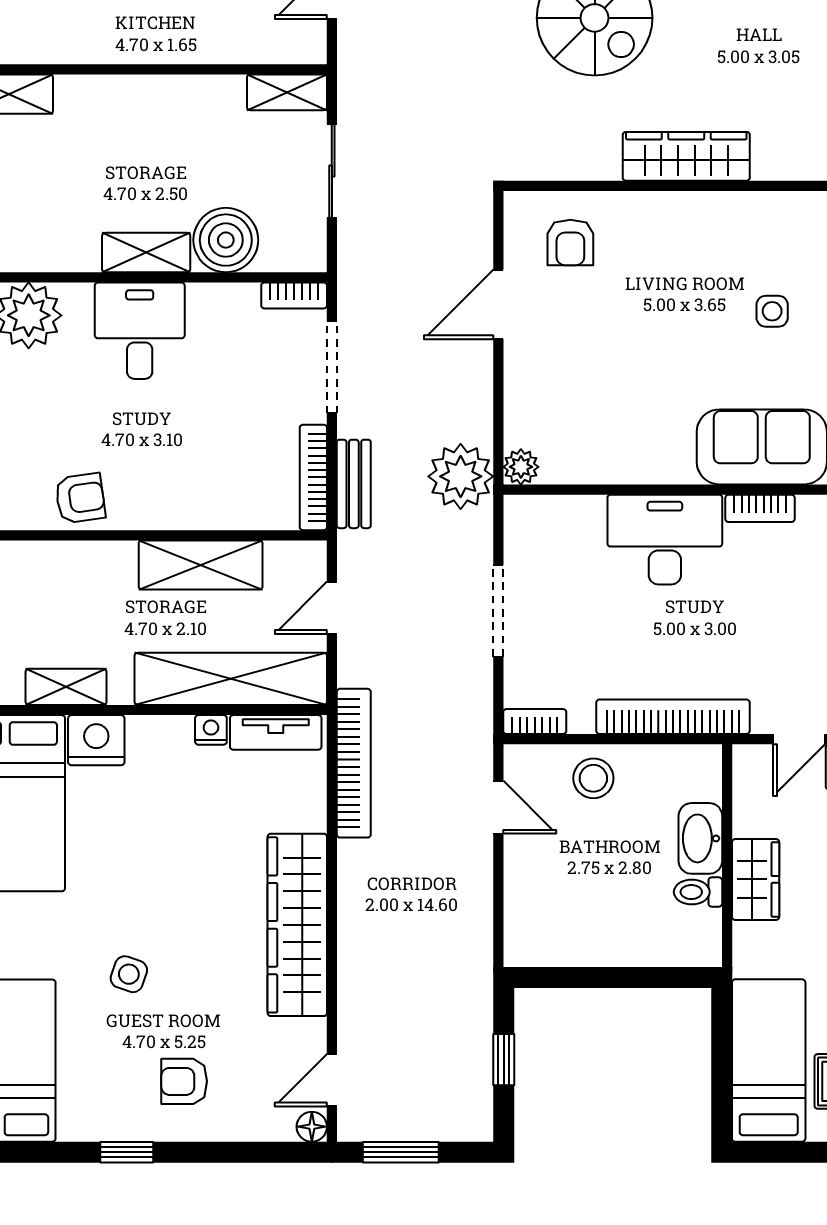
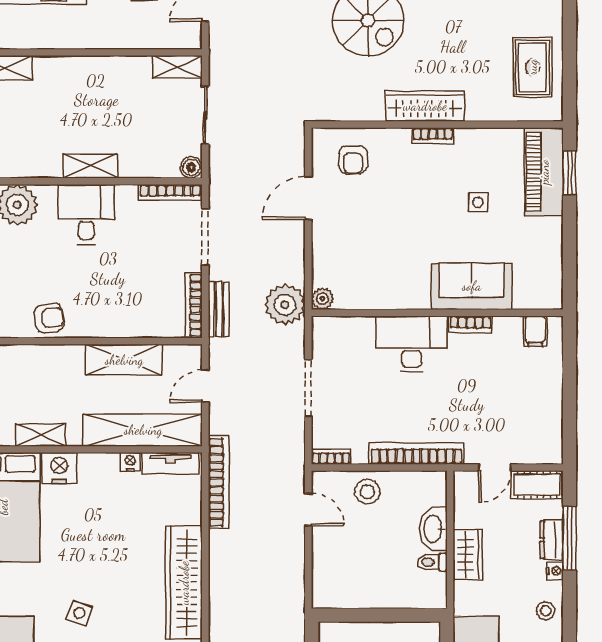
bookcase: (699, 204) -> (433, 136), added
boiler: (226, 240) -> (191, 167), moved, width x0.54, depth x0.54
bookcase: (294, 295) -> (170, 192), width x1.56

